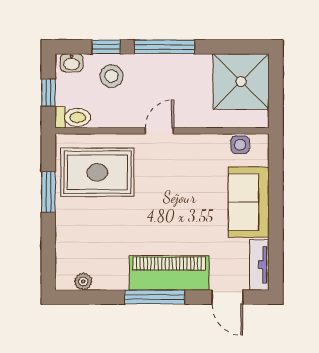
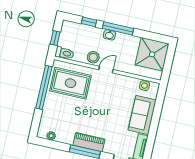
washbasin: (72, 63) -> (109, 35), moved
stool: (111, 76) -> (93, 57), moved
window: (48, 192) -> (44, 87), width x2.11
piano: (169, 273) -> (89, 142), width x0.73, depth x0.75

